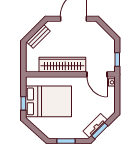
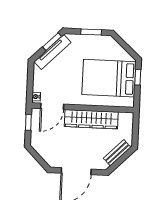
door: (97, 74) -> (52, 106), swing flipped
tv unit: (95, 126) -> (53, 52), width x1.41

